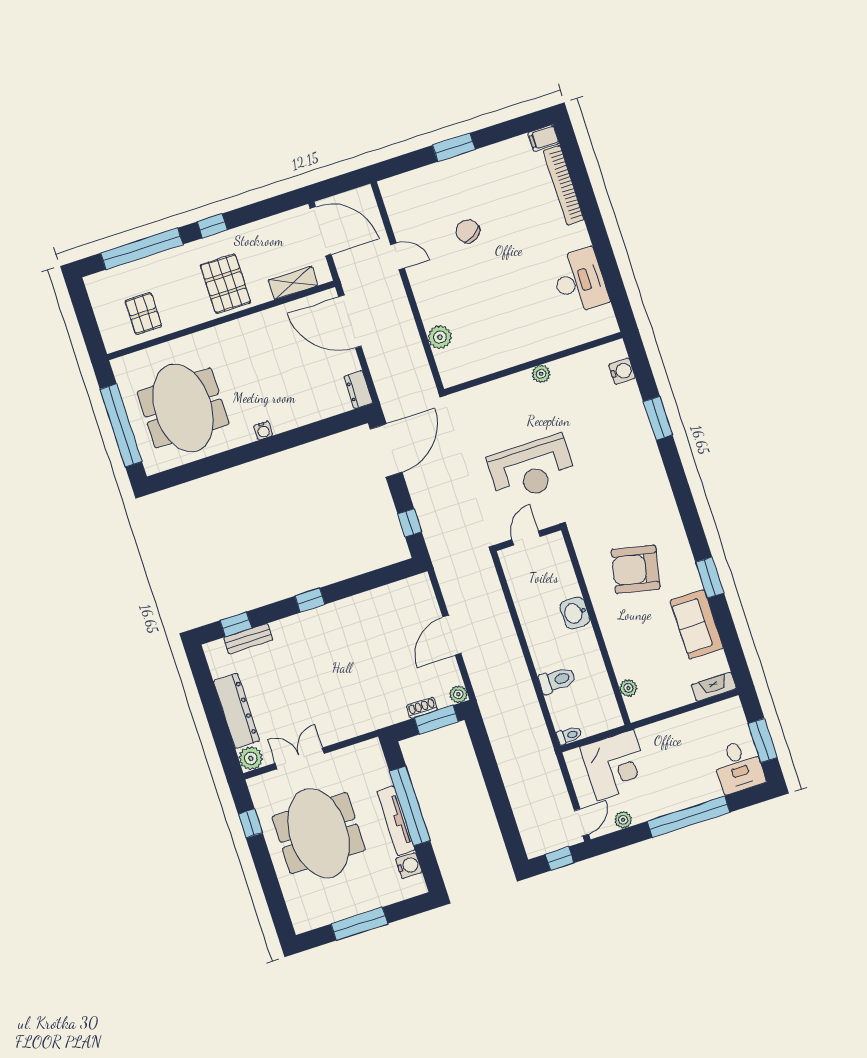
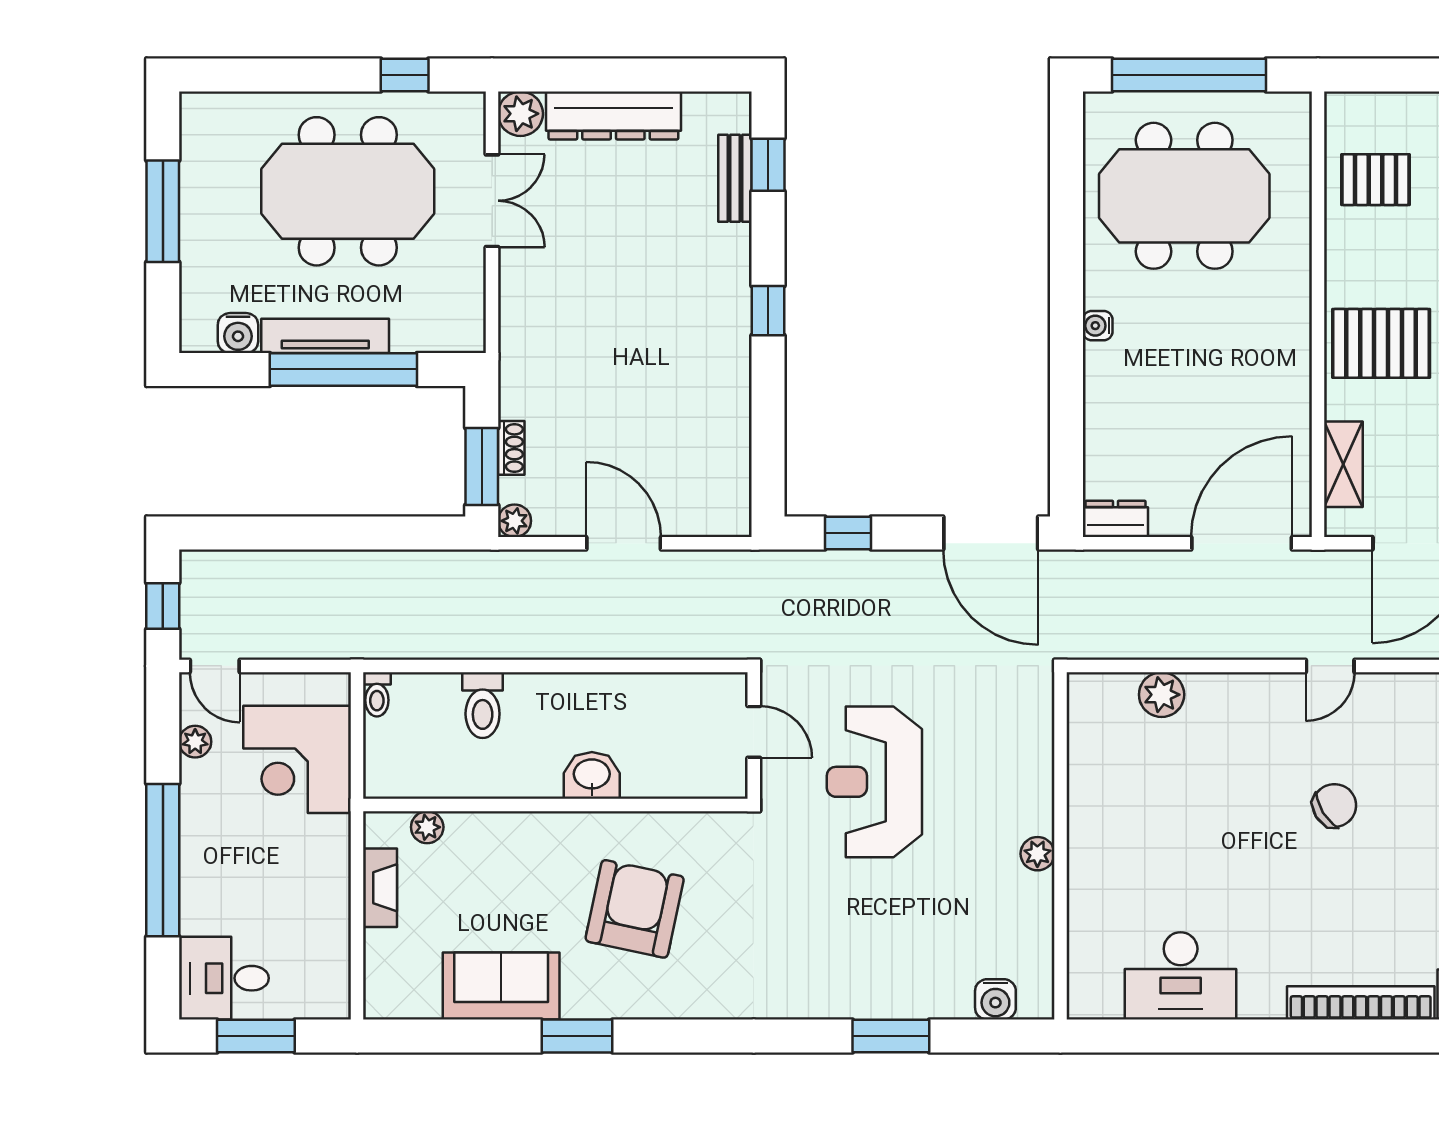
fireplace: (714, 687) -> (380, 888), moved

